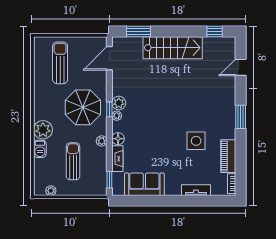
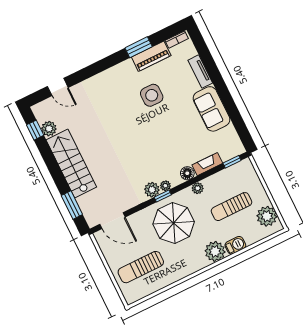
plant: (210, 43) -> (49, 129), added
window: (241, 117) -> (139, 47), moved
sofa: (144, 184) -> (211, 109), moved
plant: (51, 191) -> (267, 216), width x1.87, depth x1.87

